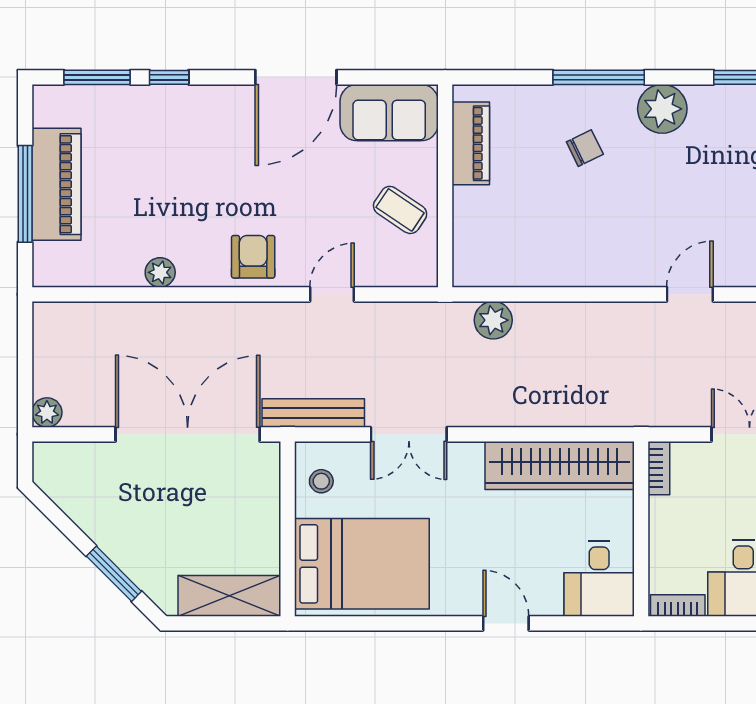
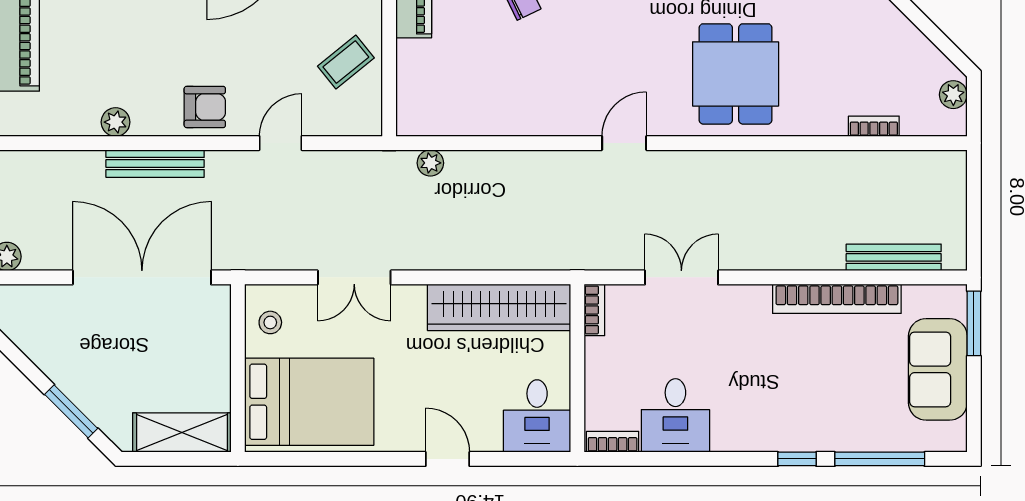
coffee table: (400, 210) -> (346, 62), turned -73
armchair: (253, 257) -> (205, 107), turned 90
plant: (493, 320) -> (430, 163), width x0.73, depth x0.73
bench: (313, 413) -> (155, 164), moved

